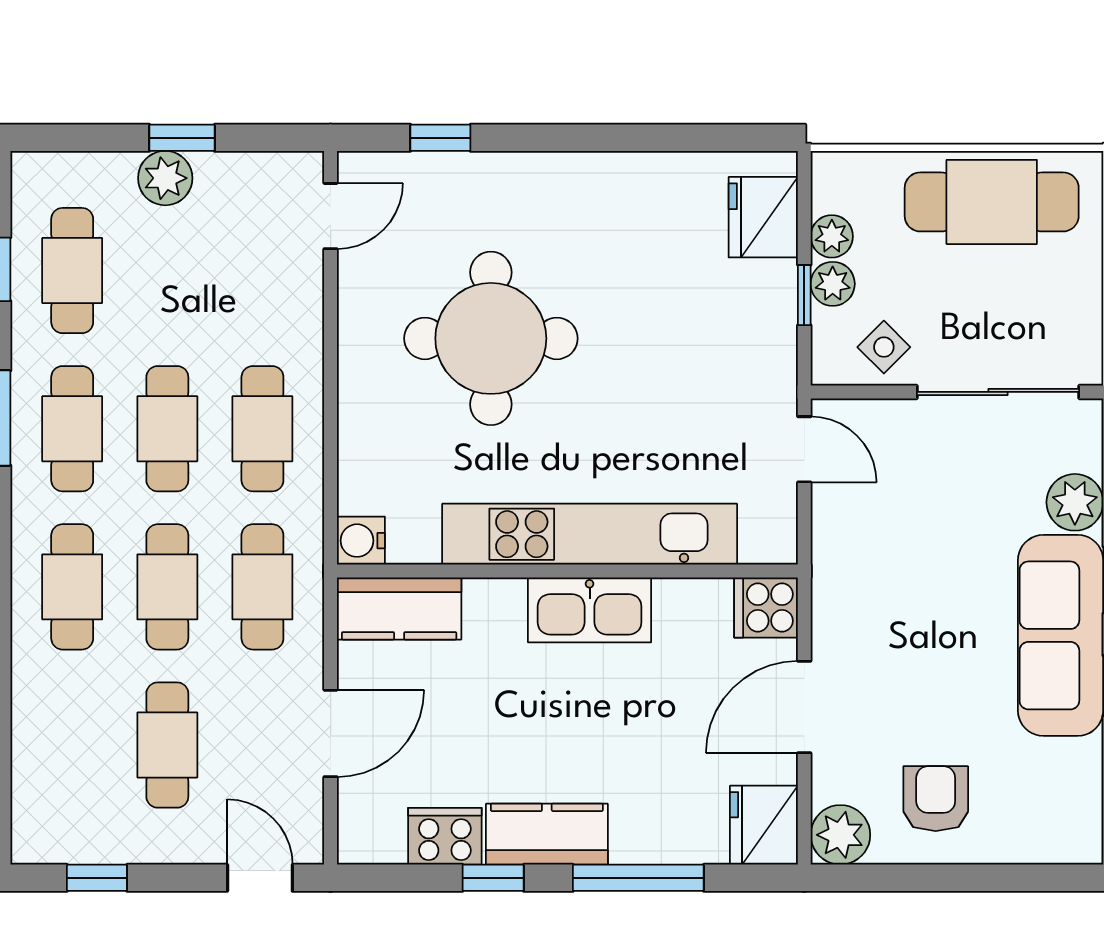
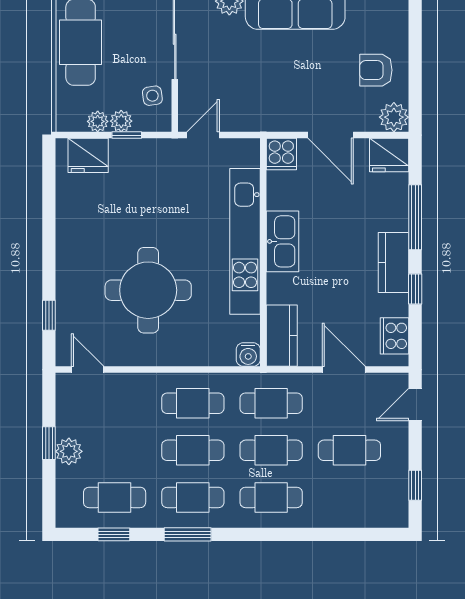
side table: (884, 347) -> (152, 96), turned 37
cooker: (445, 836) -> (395, 336), moved

